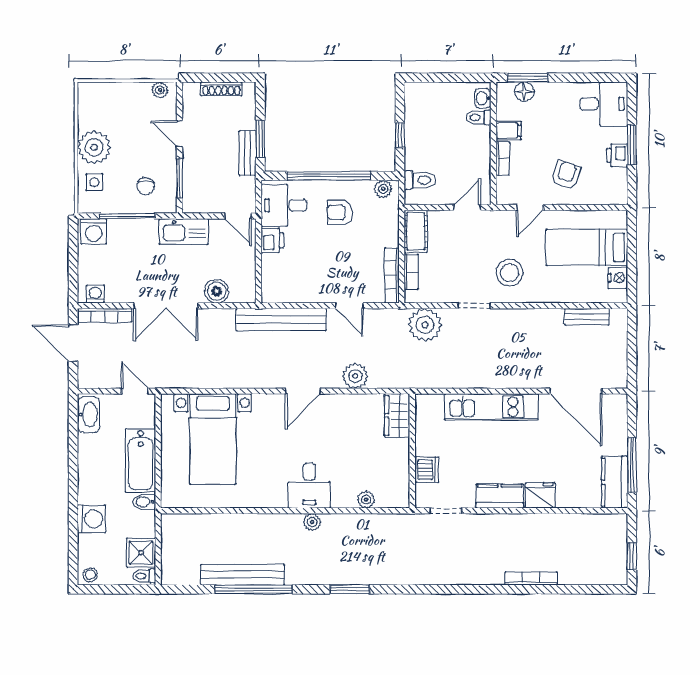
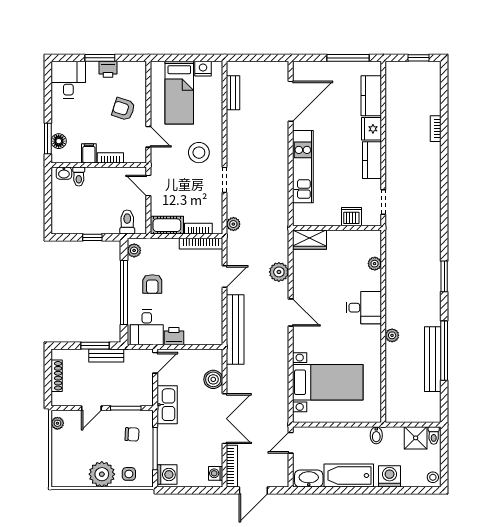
plant: (425, 325) -> (233, 224), width x0.53, depth x0.53
bathtub: (141, 461) -> (349, 475), moved, turned 180
kitchen counter: (615, 482) -> (371, 96), moved, turned 90
plant: (312, 522) -> (392, 335), moved
bookcase: (531, 578) -> (436, 129), width x0.64

